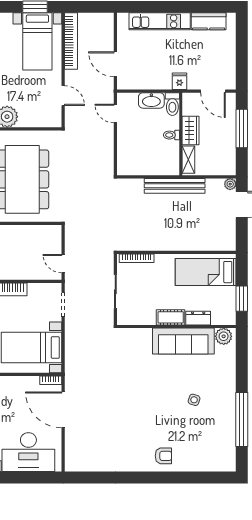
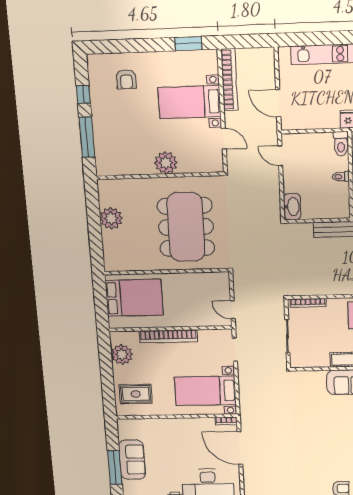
bed with nightstands: (37, 41) -> (189, 102), moved, turned 90
washbasin: (151, 100) -> (292, 207), moved, turned -90

